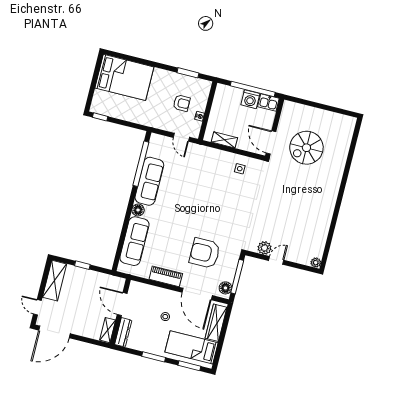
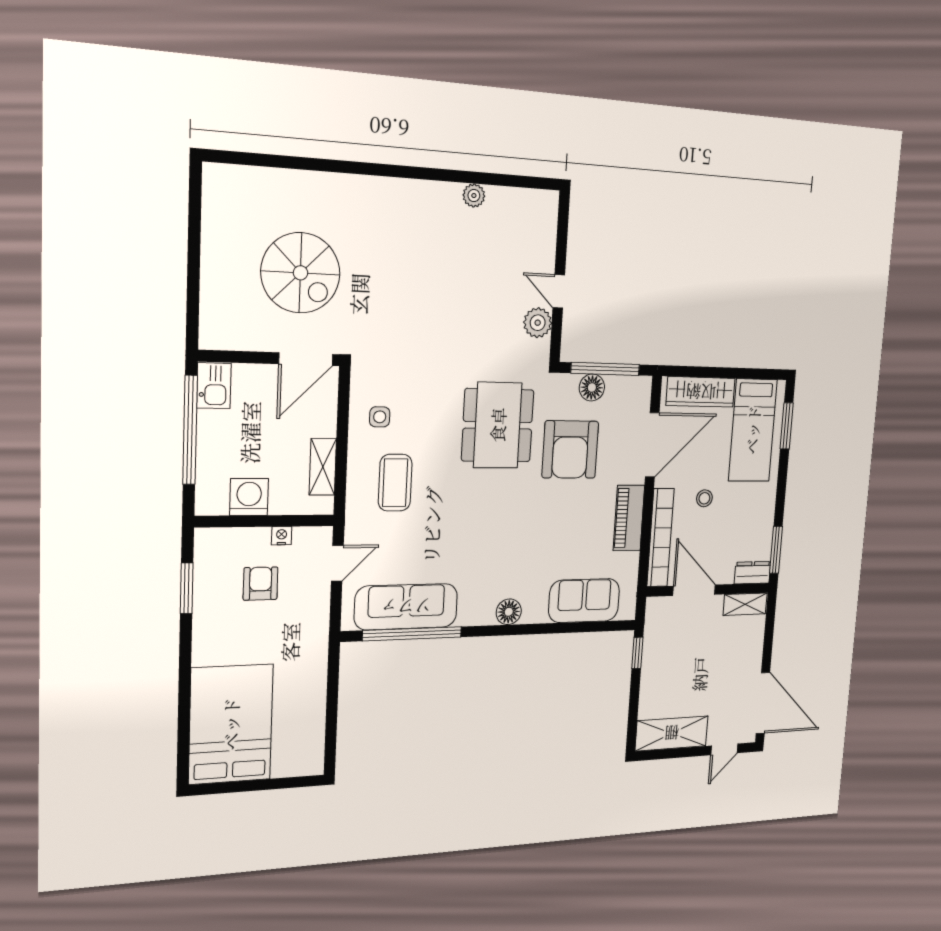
washing machine: (250, 99) -> (249, 497), moved, turned -90
window: (100, 117) -> (330, 748), removed
coffee table: (210, 170) -> (395, 483), added
sofa: (149, 181) -> (406, 607), moved
dining table: (224, 221) -> (498, 425), added
sofa: (134, 241) -> (584, 601), width x0.73
plant: (316, 263) -> (474, 196), moved
window: (82, 265) -> (637, 653), moved
floor lamp: (225, 288) -> (592, 387), moved
bookcase: (152, 291) -> (660, 538), added
door: (122, 304) -> (694, 590), swing flipped
dresser: (123, 332) -> (752, 573), width x0.70
window: (154, 357) -> (776, 550), moved

